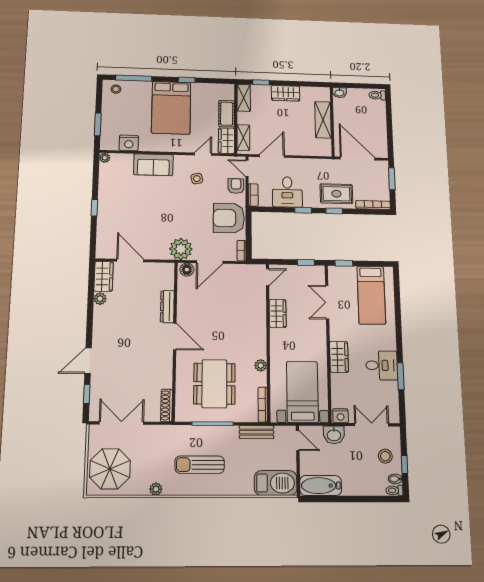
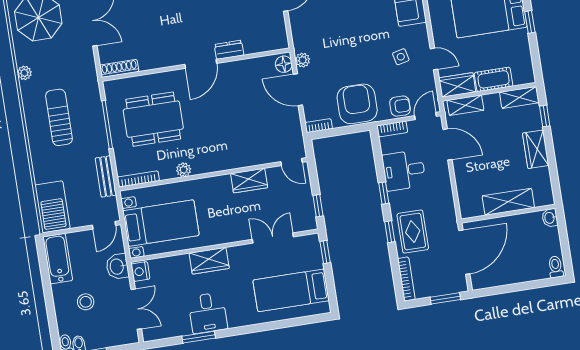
plant: (181, 249) -> (303, 60), width x0.53, depth x0.53
dresser: (167, 306) -> (229, 50), width x0.70
stool: (385, 456) -> (86, 302), moved

